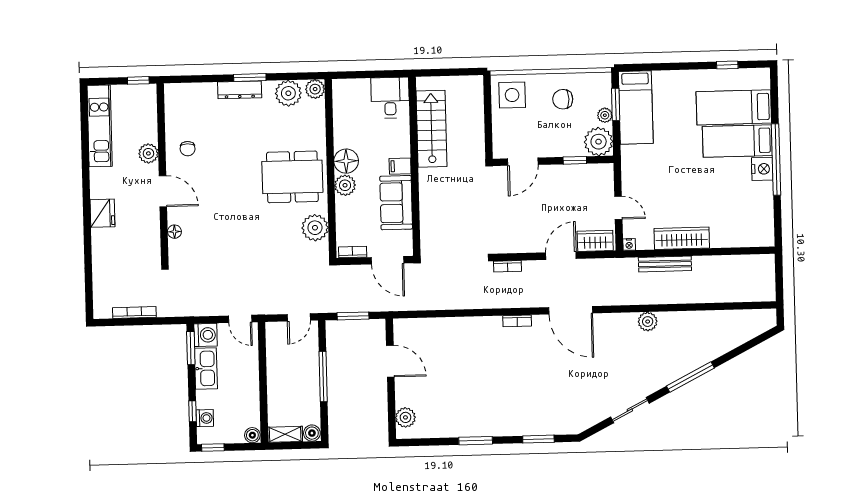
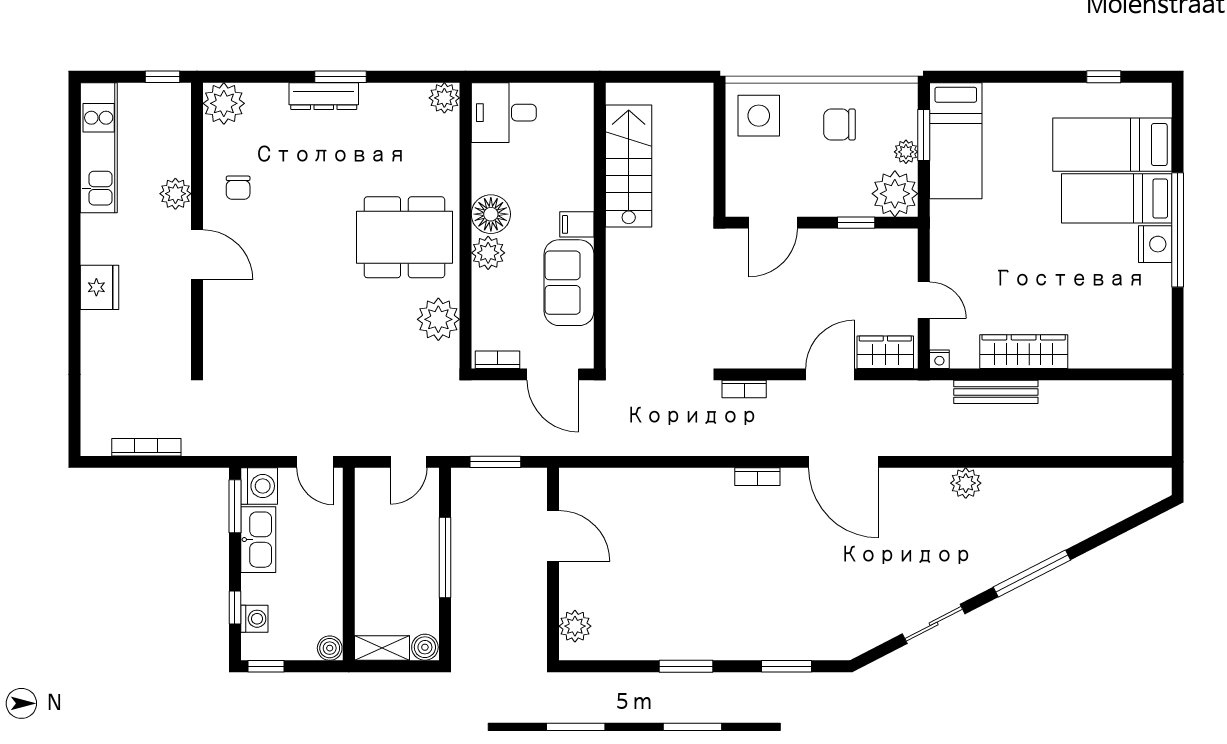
plant: (288, 93) -> (224, 103), moved
desk: (390, 98) -> (504, 113), moved, turned -90
floor lamp: (174, 232) -> (214, 320), removed

